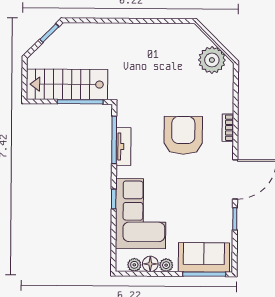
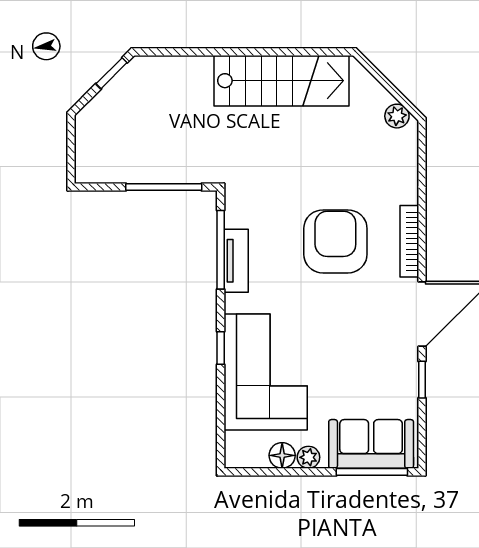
plant: (212, 60) -> (397, 116), width x0.53, depth x0.53
stairs: (67, 84) -> (281, 81), moved, turned 180
bookcase: (228, 128) -> (409, 241), width x1.56
plant: (134, 265) -> (256, 457), removed

